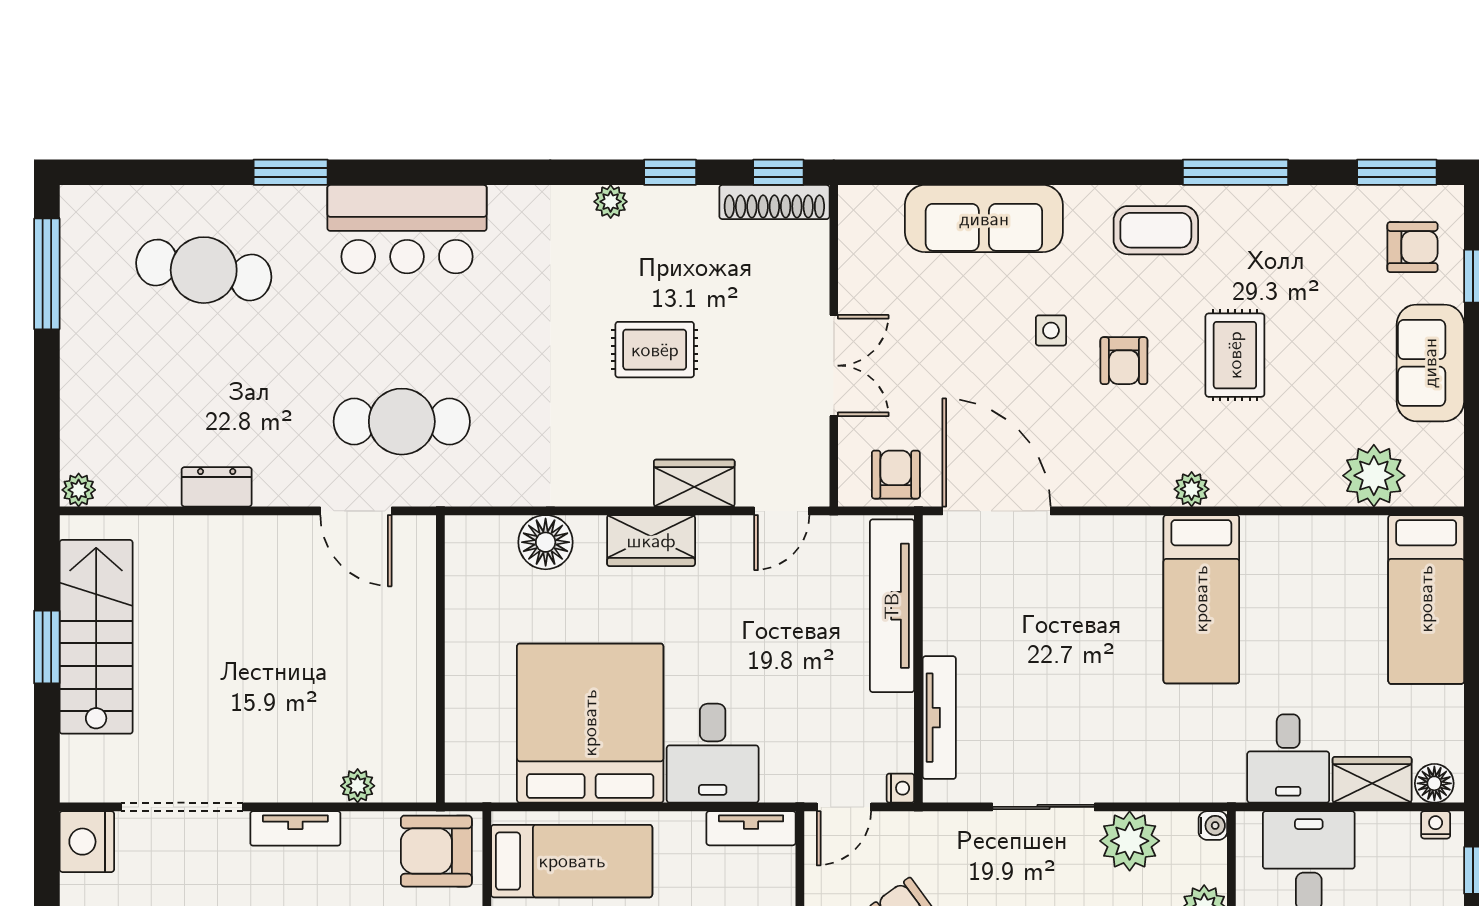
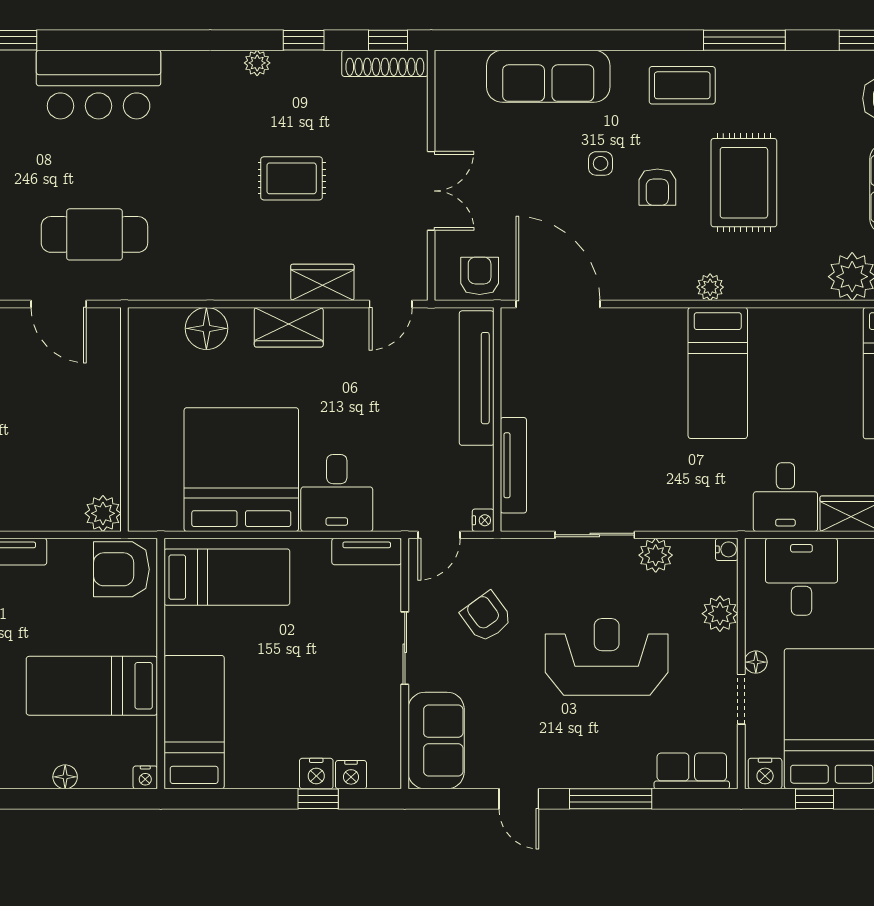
rug: (1235, 355) -> (744, 183), width x1.36, depth x1.43
plant: (358, 786) -> (103, 513), moved, width x1.38, depth x1.38
plant: (1130, 841) -> (656, 555), width x0.73, depth x0.73

